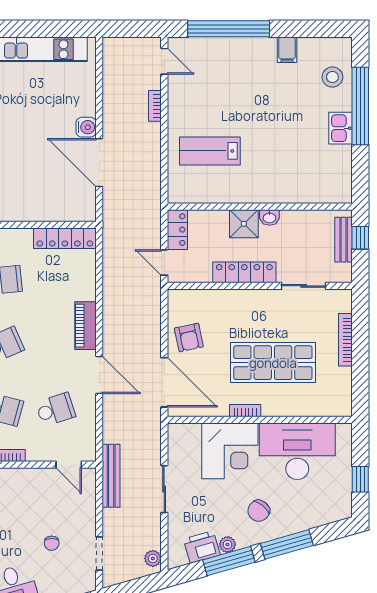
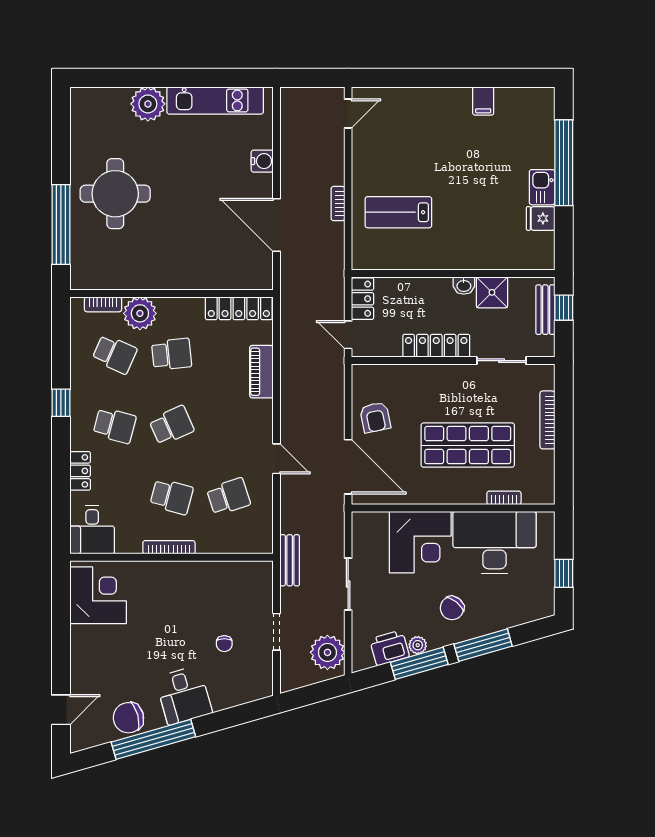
window: (229, 29) -> (419, 78), removed
door: (164, 61) -> (348, 114), hinge flipped
stool: (332, 77) -> (533, 131), removed
bookcase: (155, 106) -> (338, 204), moved
water cooler: (86, 127) -> (262, 161), moved
fridge: (339, 157) -> (541, 218), added
shower: (244, 224) -> (492, 292), moved
piano: (85, 326) -> (261, 372), moved
door: (99, 375) -> (277, 459), width x0.73
bookcase: (245, 411) -> (504, 498), moved
door: (69, 465) -> (243, 557), removed
bench: (111, 476) -> (290, 560), width x0.73
doorway: (99, 554) -> (277, 632), moved
plant: (153, 558) -> (327, 652), width x1.88, depth x1.88

